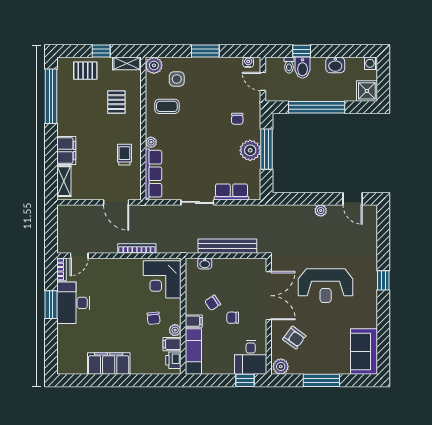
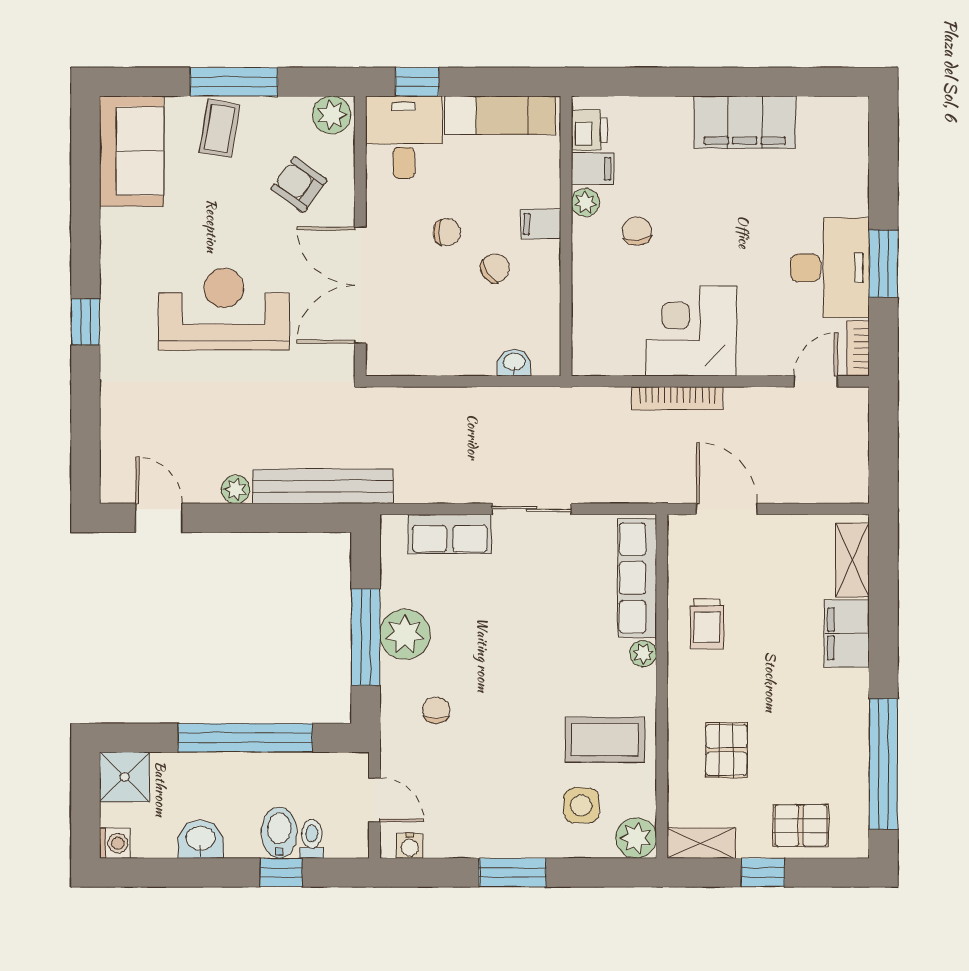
coffee table: (167, 106) -> (605, 740), width x1.36, depth x1.30
bench: (227, 246) -> (323, 486), moved
corner desk: (162, 279) -> (691, 331), moved, turned -90
exam couch: (193, 351) -> (500, 115), moved, turned -90
coffee table: (327, 361) -> (219, 129), added

